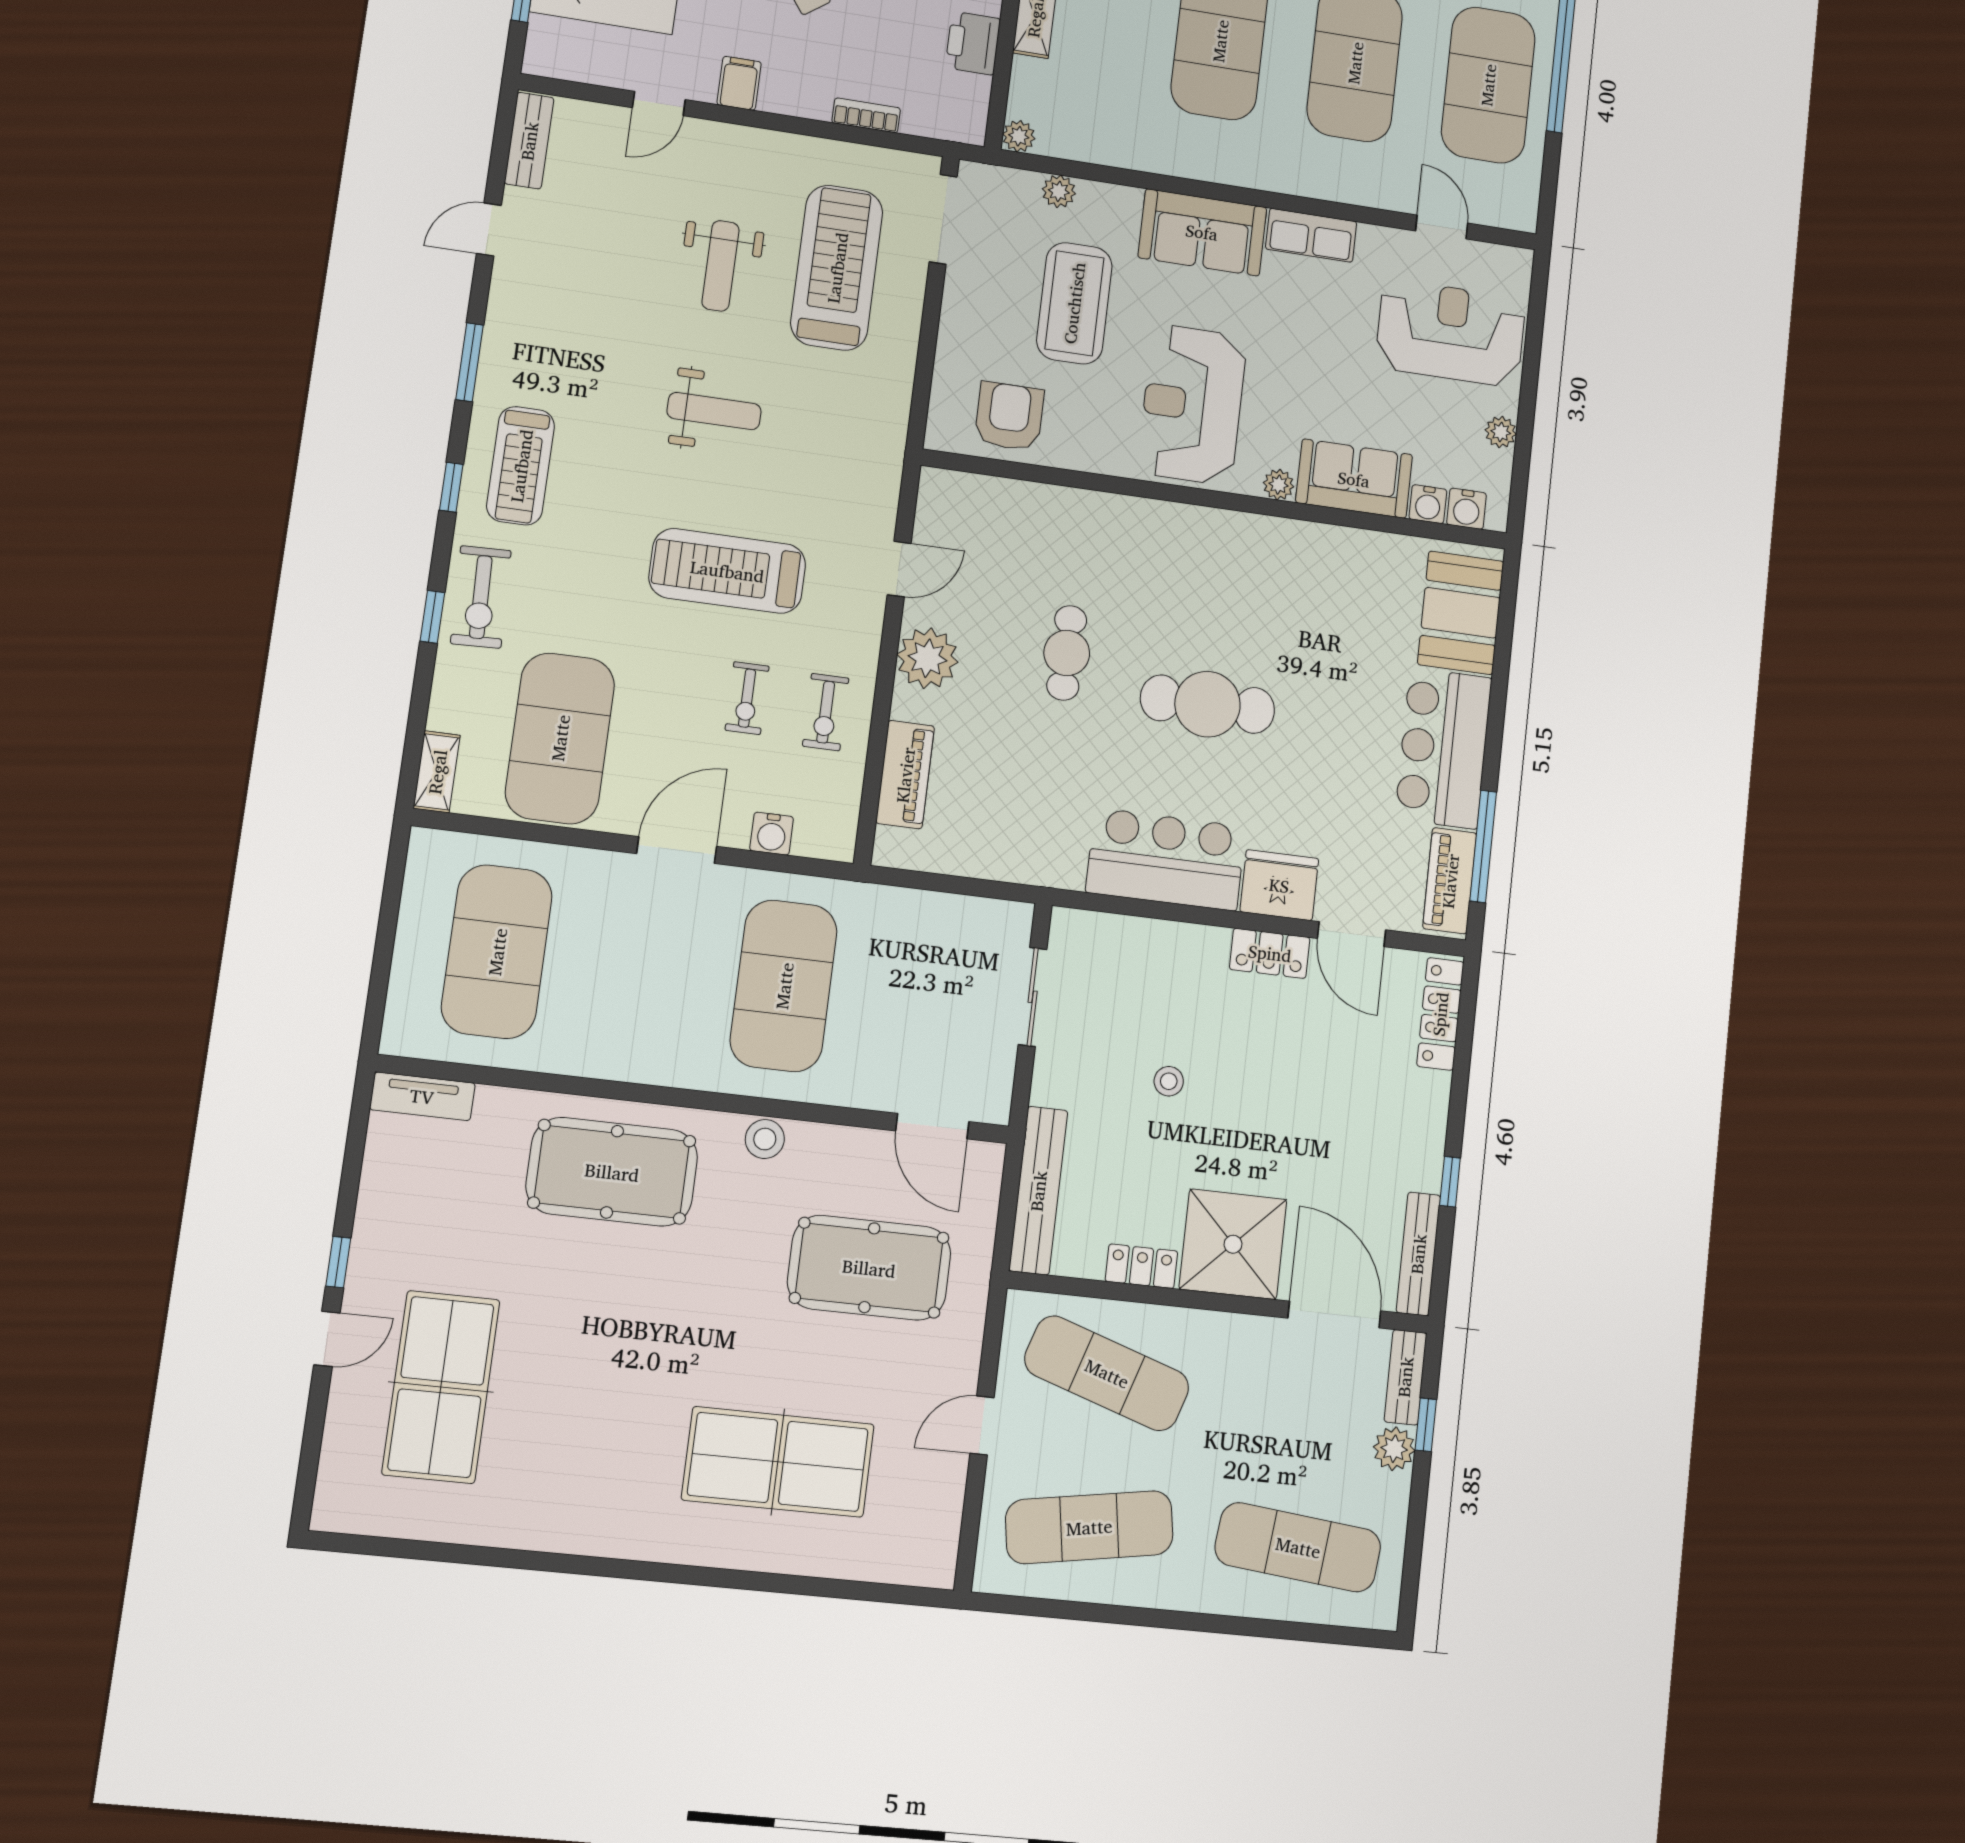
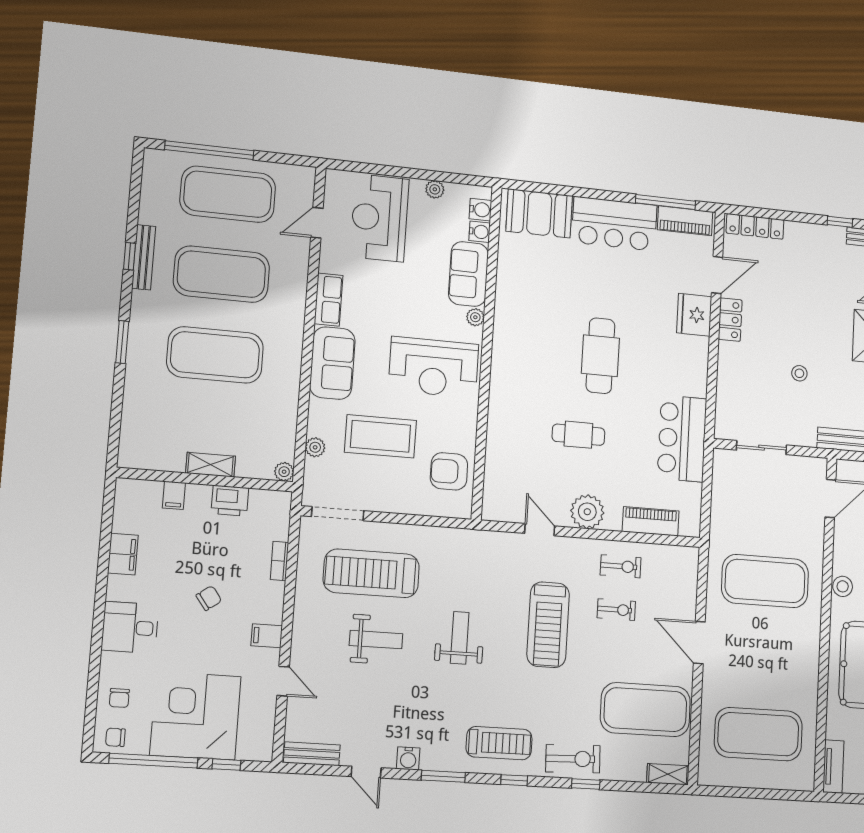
water cooler: (772, 834) -> (408, 758), moved, turned 90
bar counter: (1166, 859) -> (682, 438), moved

